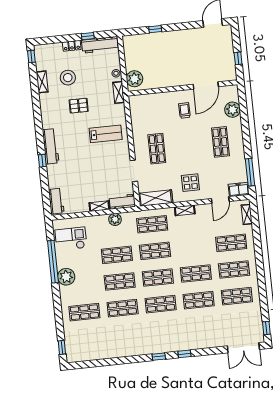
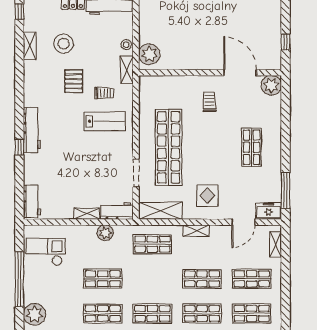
door: (206, 85) -> (240, 73), swing flipped
pallet: (79, 106) -> (74, 81), turned 90
plant: (232, 110) -> (271, 85), moved
trolley: (103, 112) -> (104, 93), added
shop shelf: (157, 149) -> (169, 147), width x2.00, depth x1.36
shop shelf: (155, 251) -> (202, 279), moved
plant: (66, 277) -> (34, 314), moved

